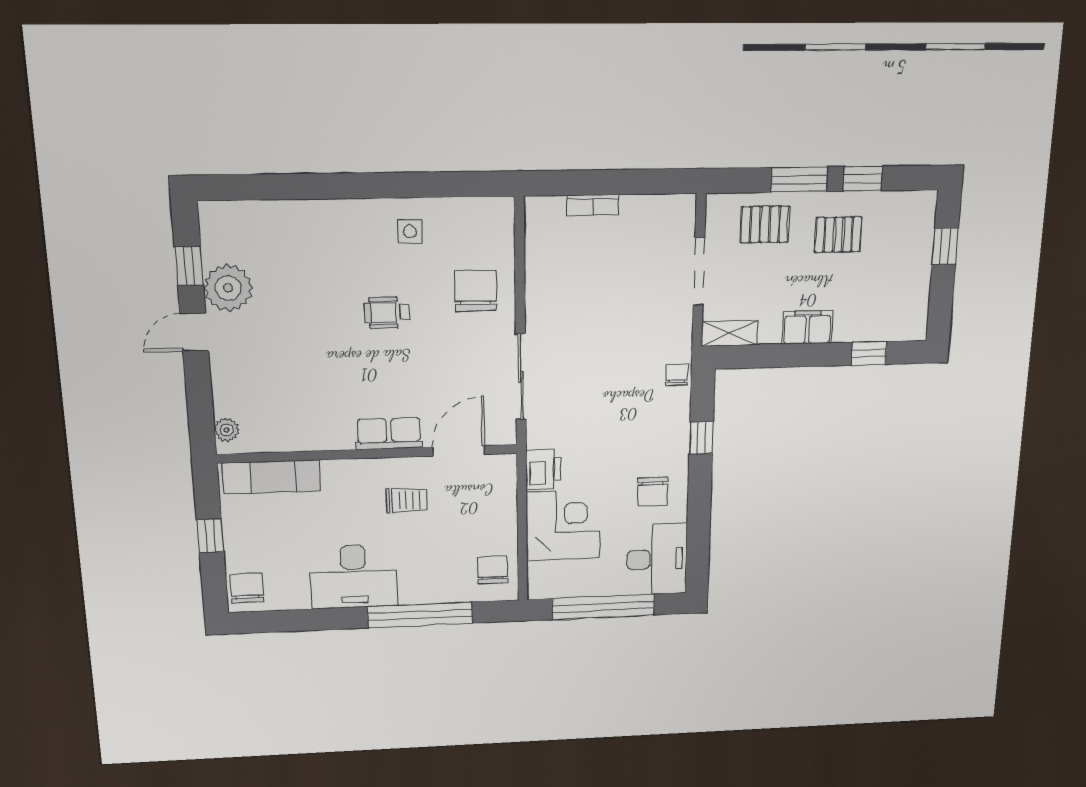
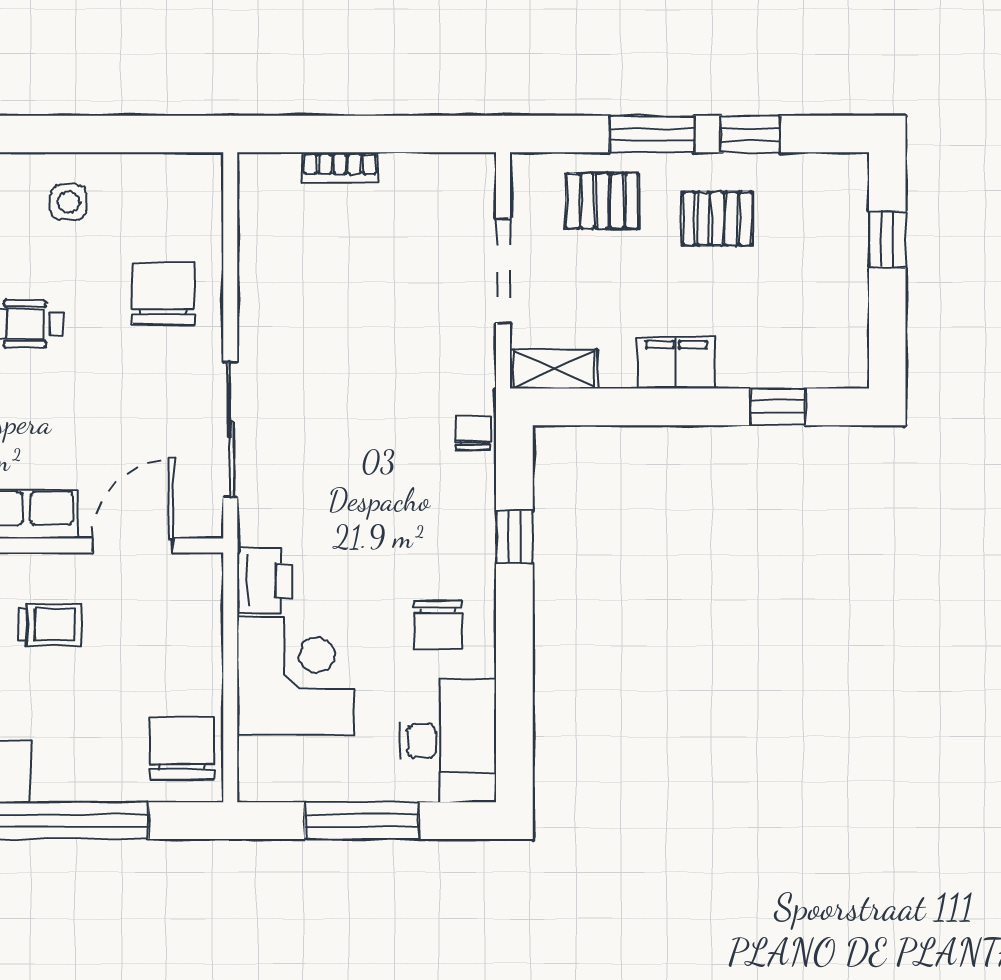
chair: (493, 570) -> (182, 748), width x1.37, depth x1.37
window: (604, 607) -> (362, 821), width x0.68

